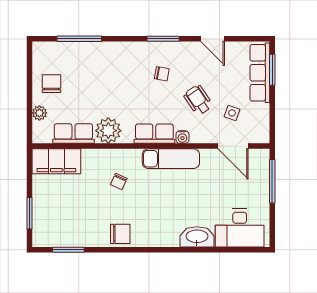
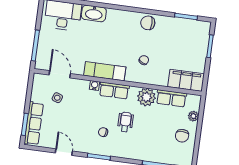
wheelchair: (198, 100) -> (125, 122), moved, turned -146

